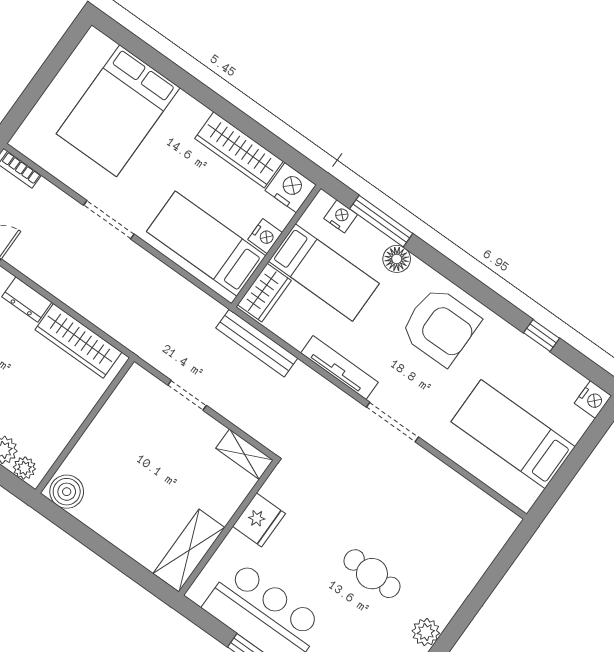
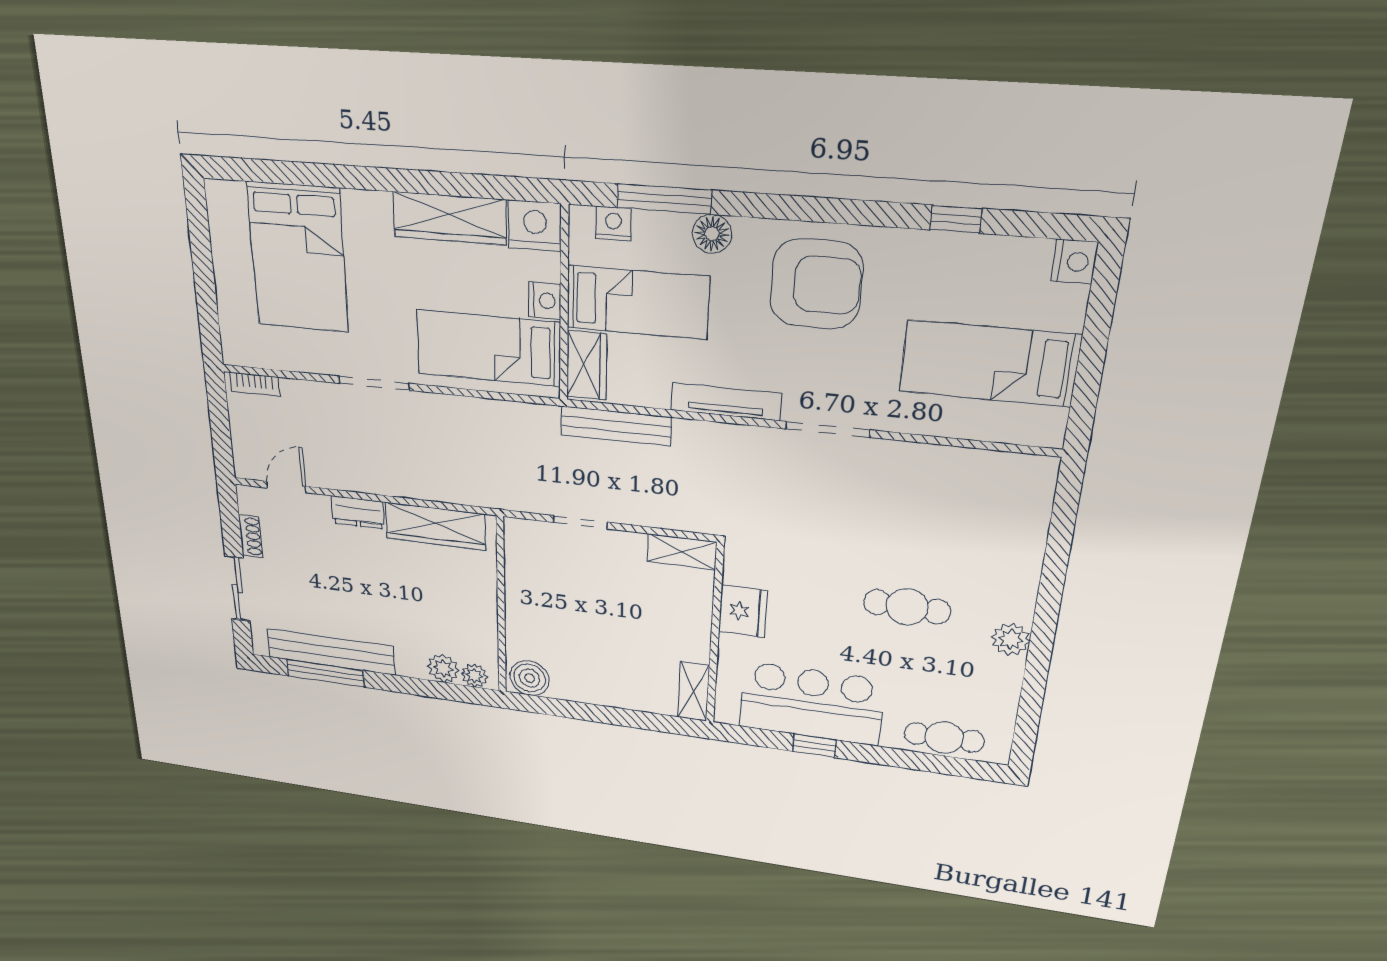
shelving: (189, 551) -> (693, 691), width x0.67, depth x0.75

